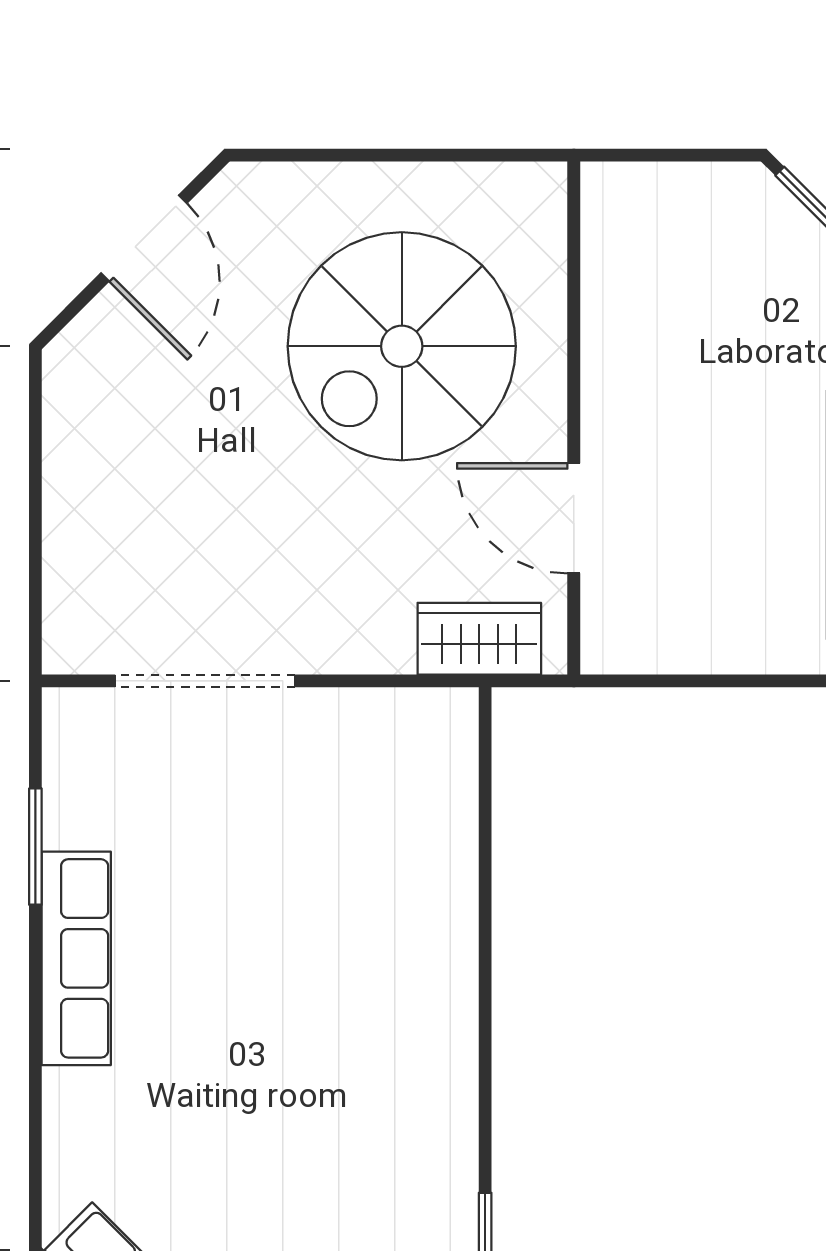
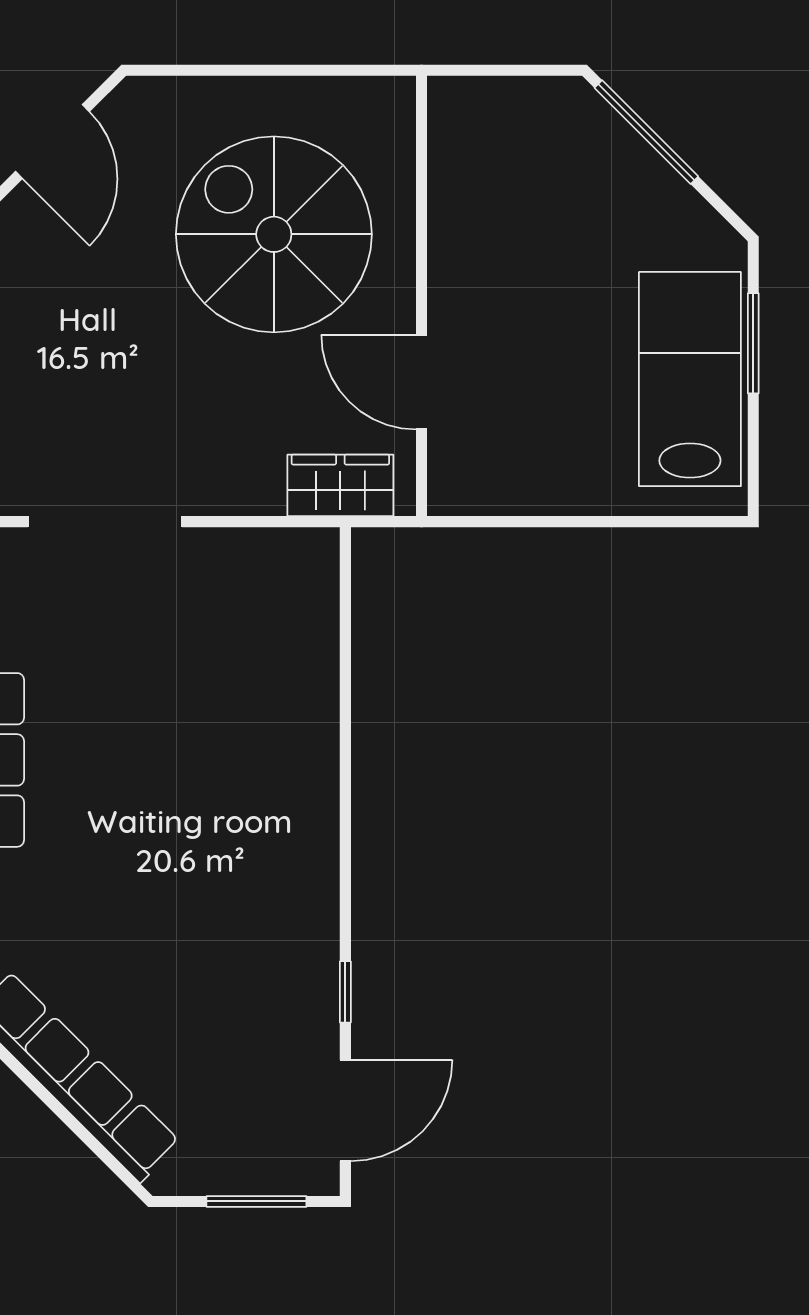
spiral stairs: (402, 346) -> (274, 234), turned 90

